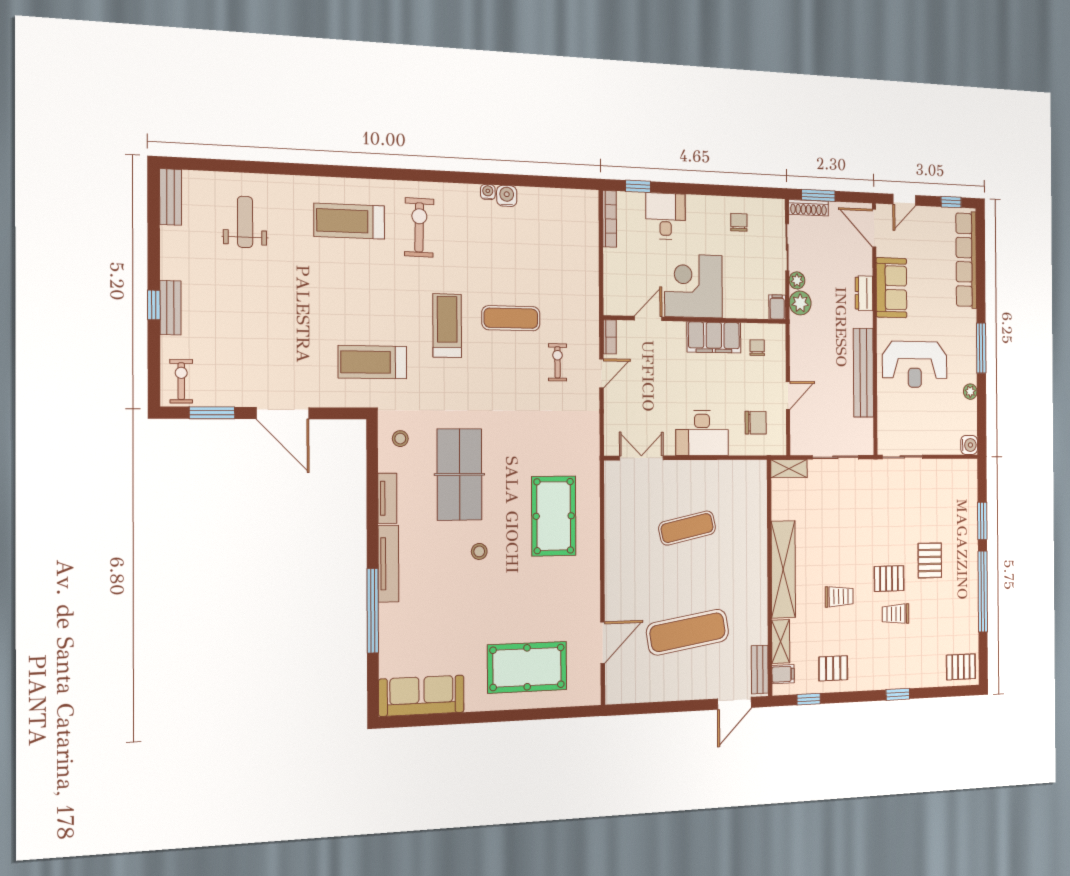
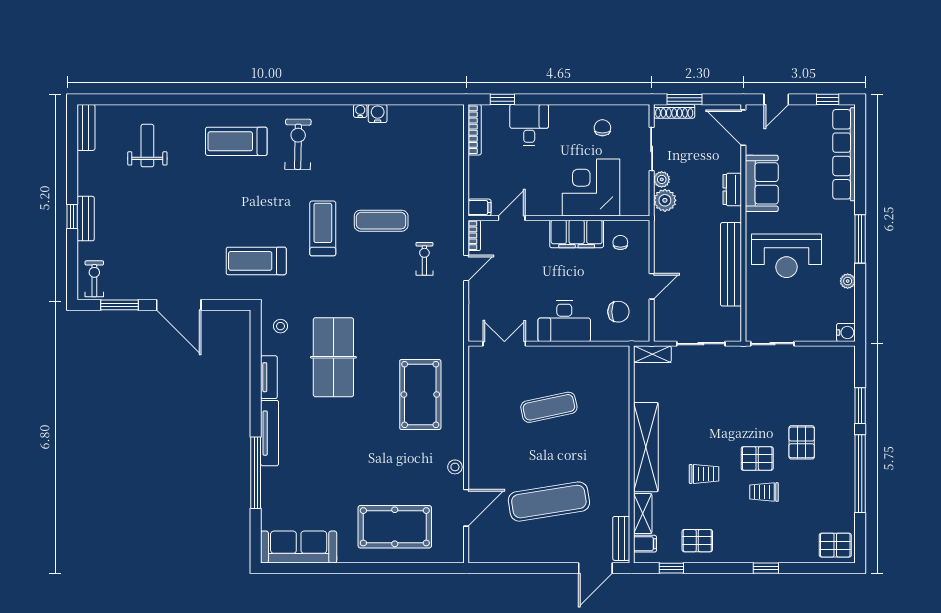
corner desk: (693, 286) -> (591, 187), moved
filing cabinet: (777, 307) -> (480, 208), moved, turned 90
stool: (479, 551) -> (455, 467), moved

